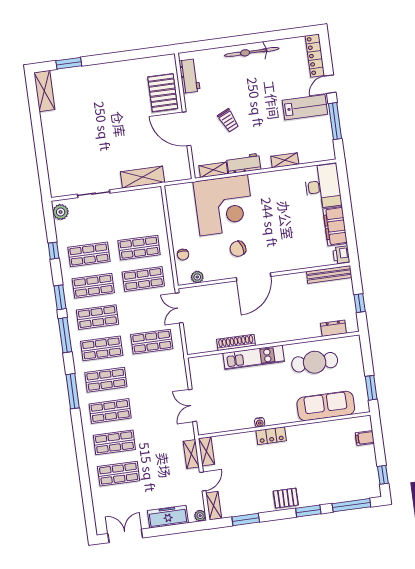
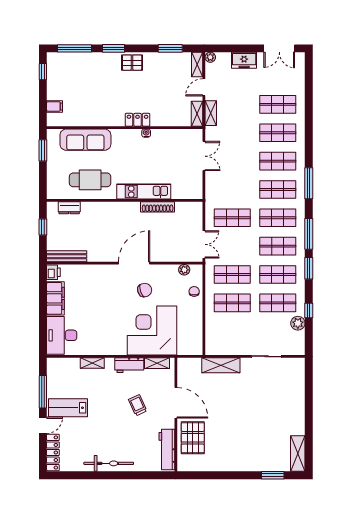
workbench: (190, 76) -> (167, 449), width x1.38
plant: (61, 212) -> (298, 323), moved
freezer: (168, 517) -> (244, 60), width x0.71

